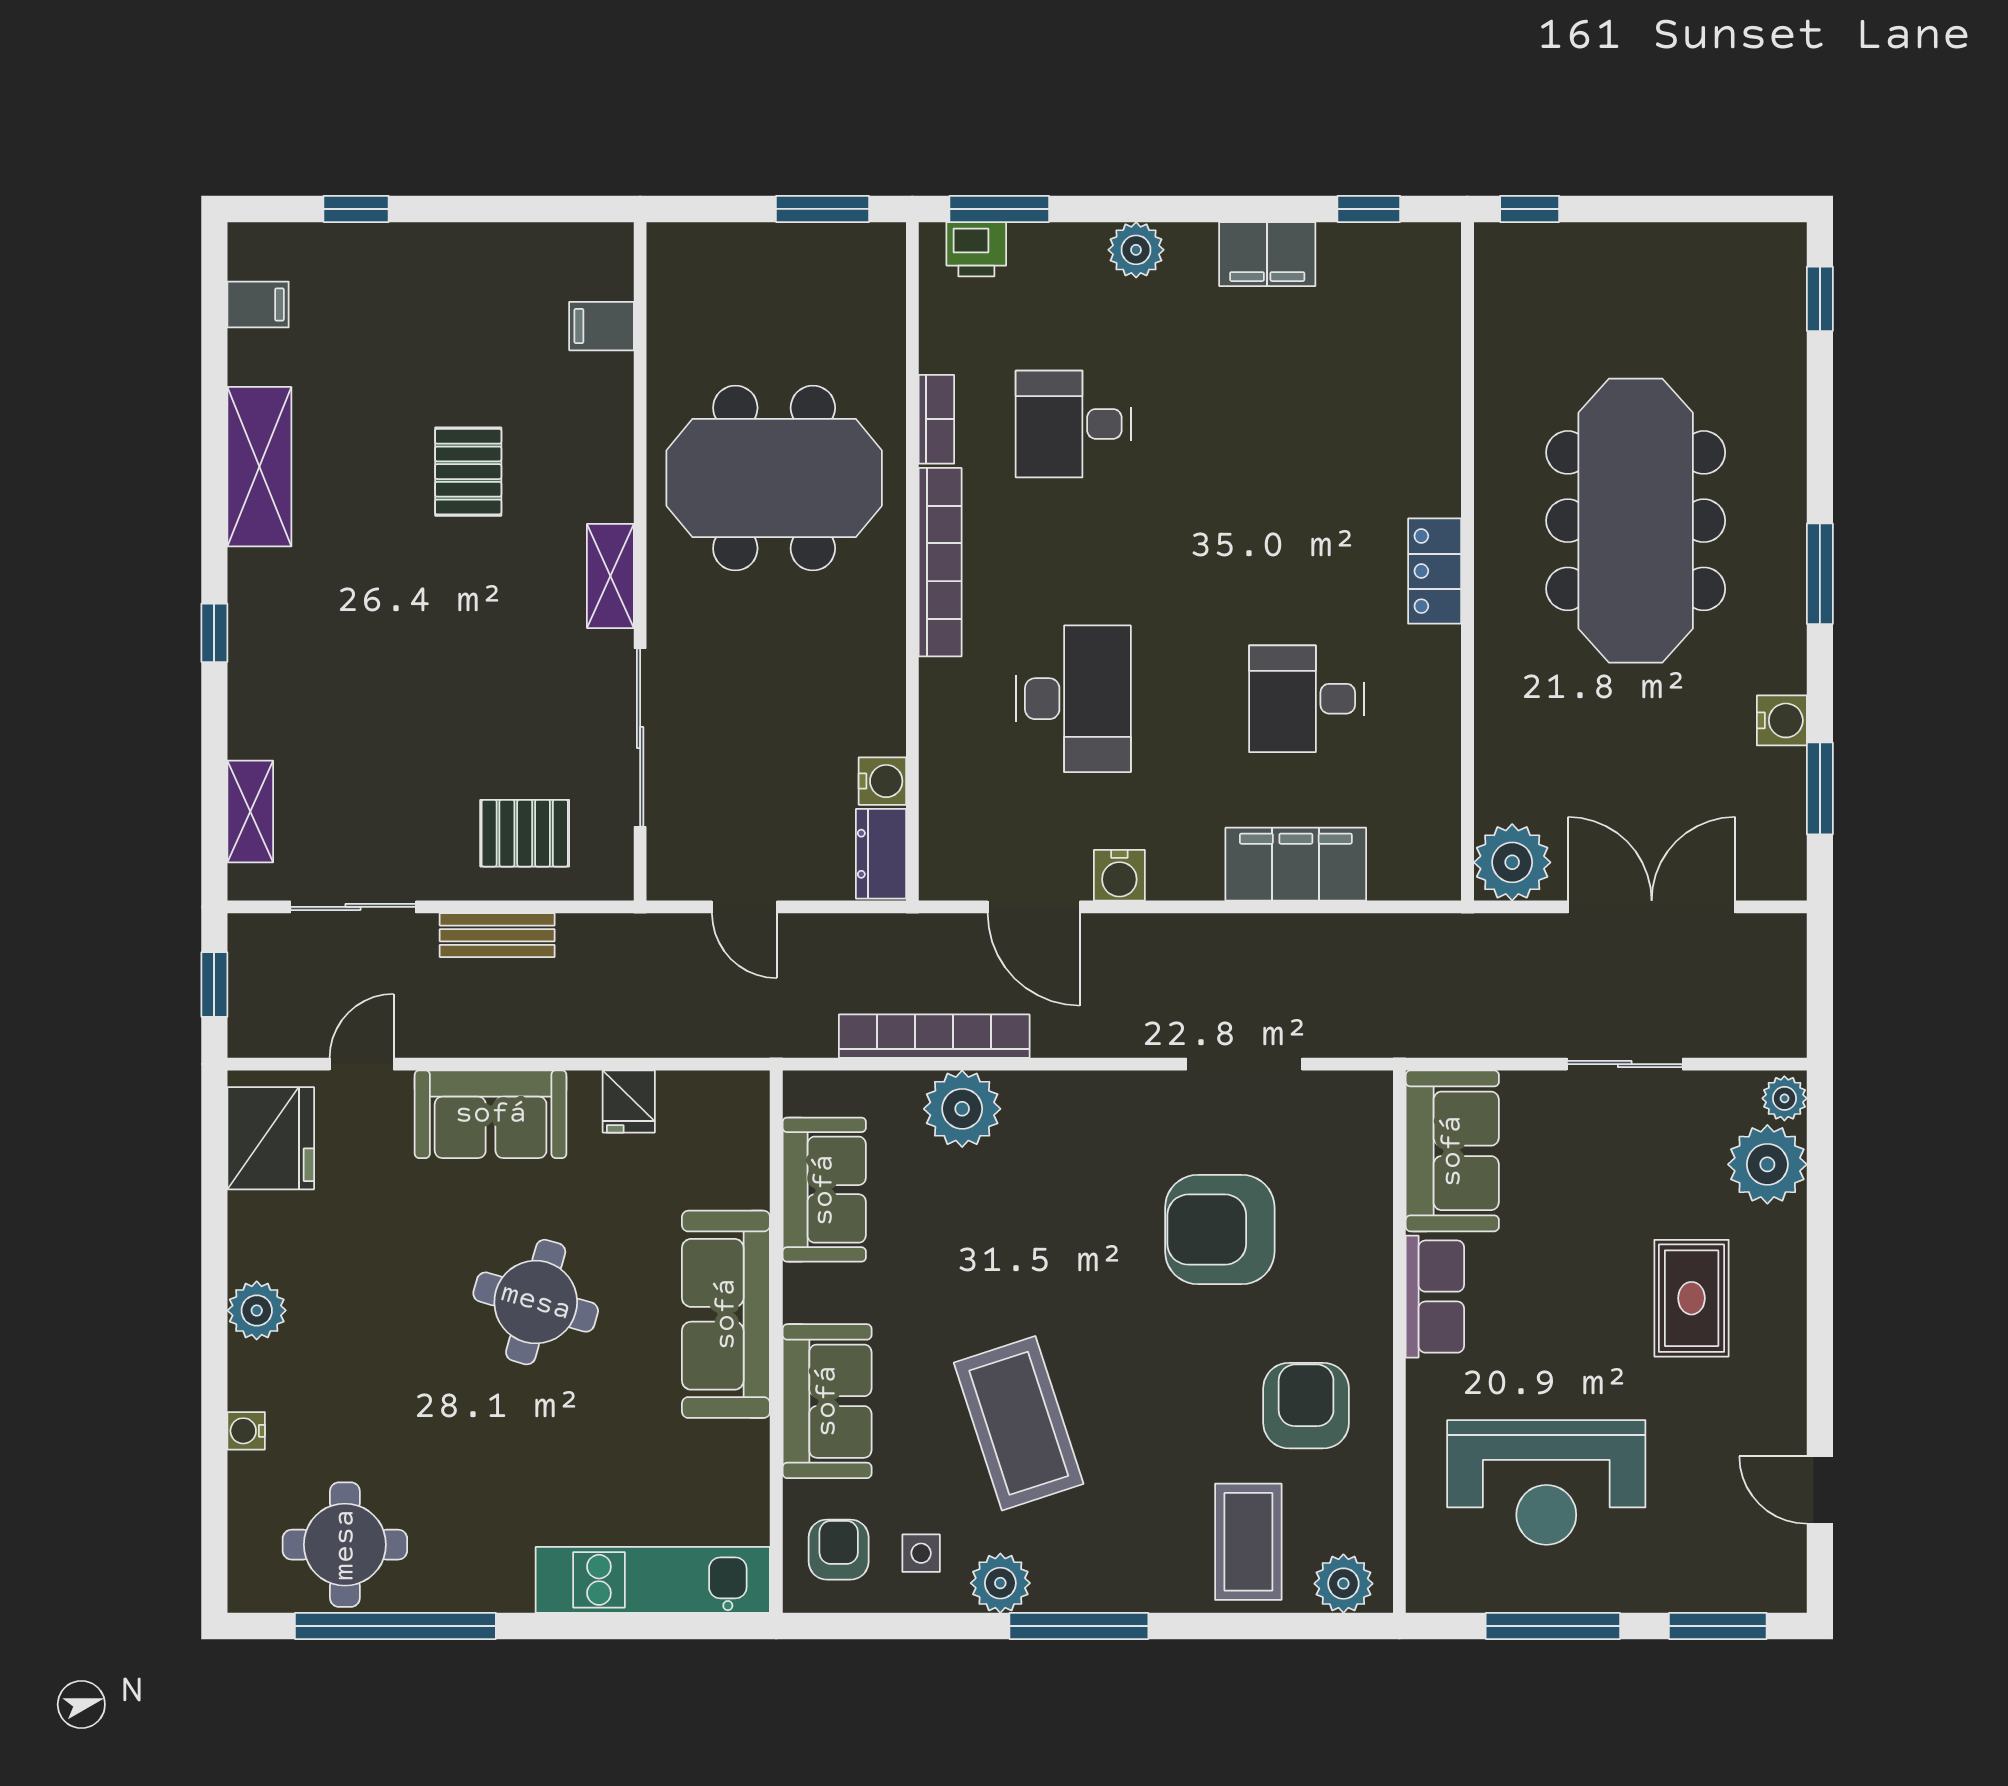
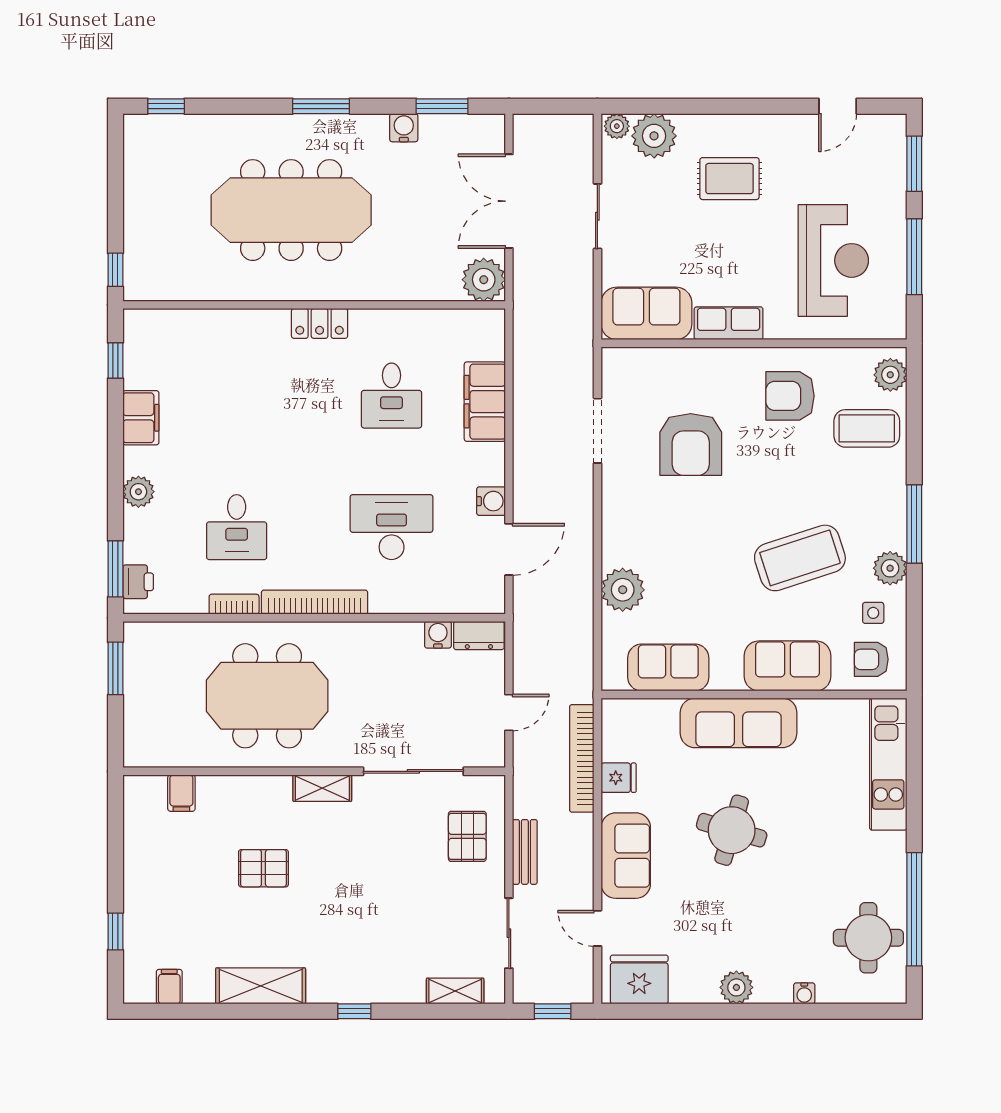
meeting table: (774, 478) -> (267, 696), turned 90
bookcase: (934, 1036) -> (582, 758), moved

